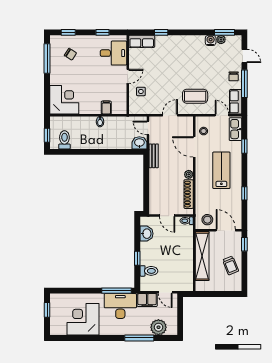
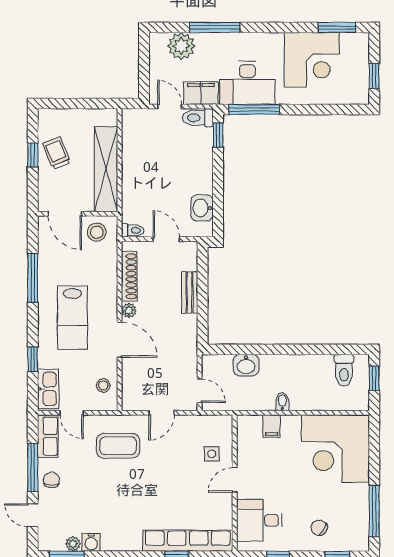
row of seats: (142, 41) -> (188, 541), width x2.02
chair: (70, 54) -> (319, 528), moved
corner desk: (64, 100) -> (335, 449), width x1.36, depth x1.36
washbasin: (139, 143) -> (246, 365), moved
door: (194, 147) -> (120, 340), moved
bench: (154, 156) -> (190, 292), moved
window: (244, 193) -> (33, 278), width x2.17
window: (244, 244) -> (33, 155), moved
window: (137, 258) -> (218, 135), moved
toilet: (149, 271) -> (198, 118), moved
window: (69, 338) -> (337, 27), added

